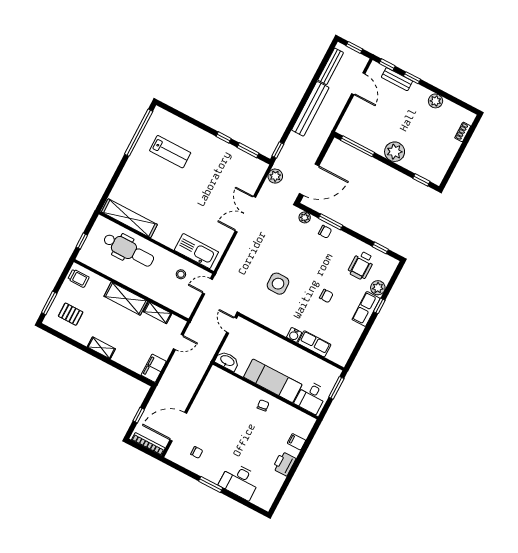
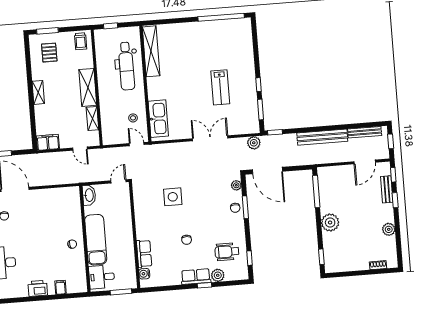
lab bench: (170, 152) -> (220, 87), moved
water cooler: (294, 335) -> (144, 274), moved

